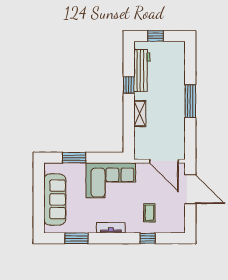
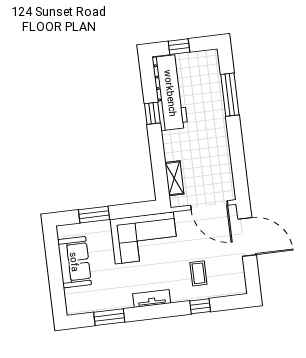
workbench: (142, 71) -> (170, 93), width x1.36, depth x1.32
window: (190, 101) -> (230, 95), moved
shelving: (140, 114) -> (174, 178), moved
sofa: (55, 199) -> (74, 262), width x0.73

